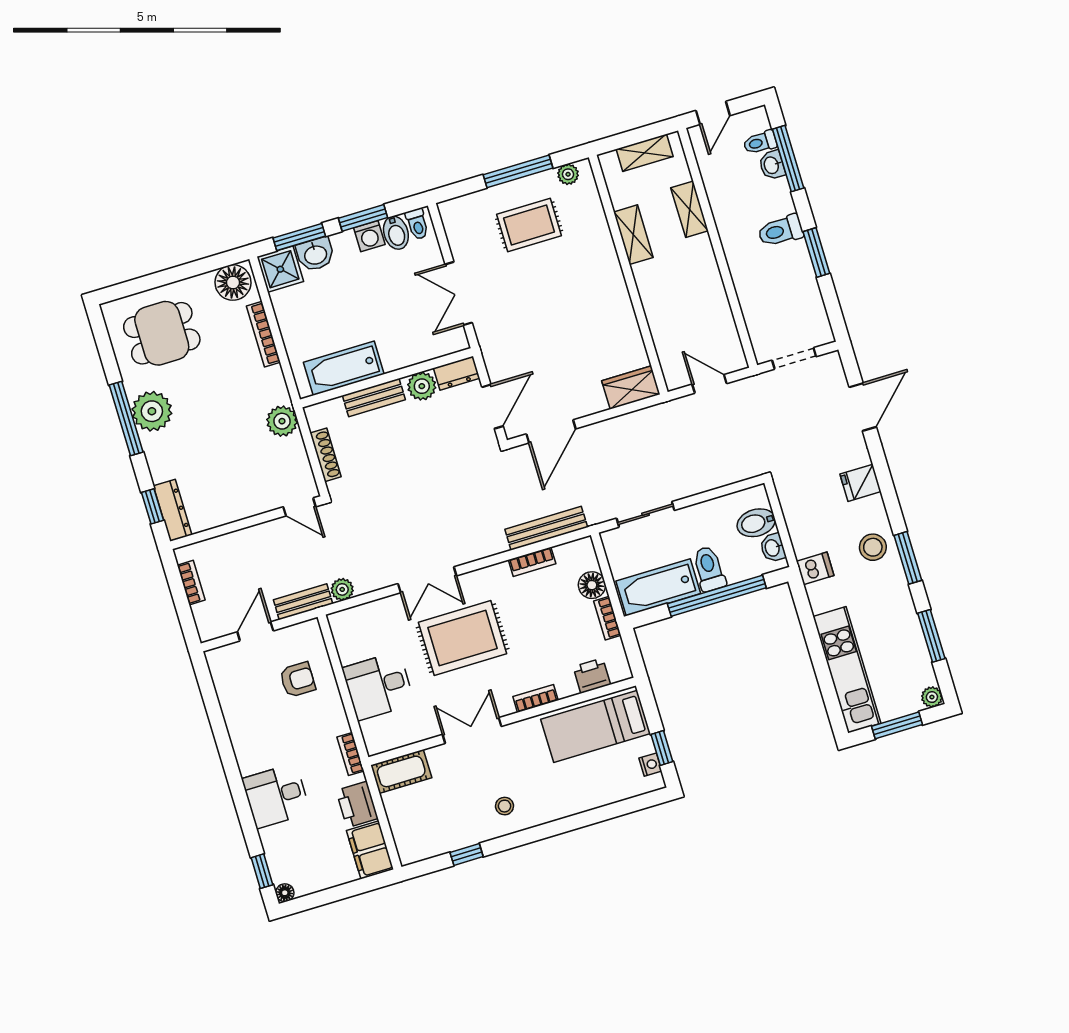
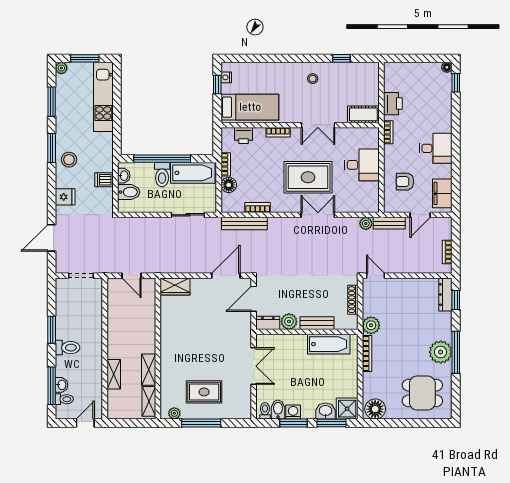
shelving: (645, 153) -> (149, 401), moved, turned 90
bookcase: (263, 334) -> (367, 353), moved
dishwasher: (815, 568) -> (104, 180), moved
desk: (276, 796) -> (436, 148), moved
filing cabinet: (370, 850) -> (442, 193), moved, turned 180

